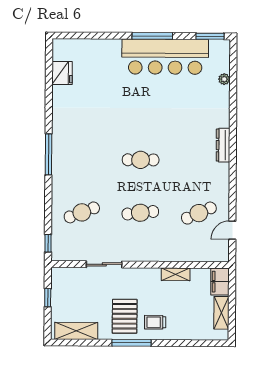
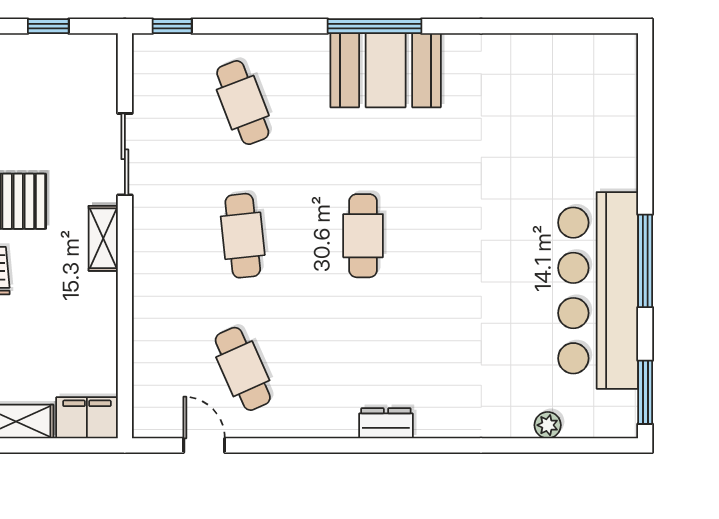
fridge: (62, 73) -> (560, 56), removed
dresser: (223, 145) -> (386, 423), width x0.70
booth: (68, 150) -> (386, 70), added
shelving: (176, 274) -> (103, 238), moved

